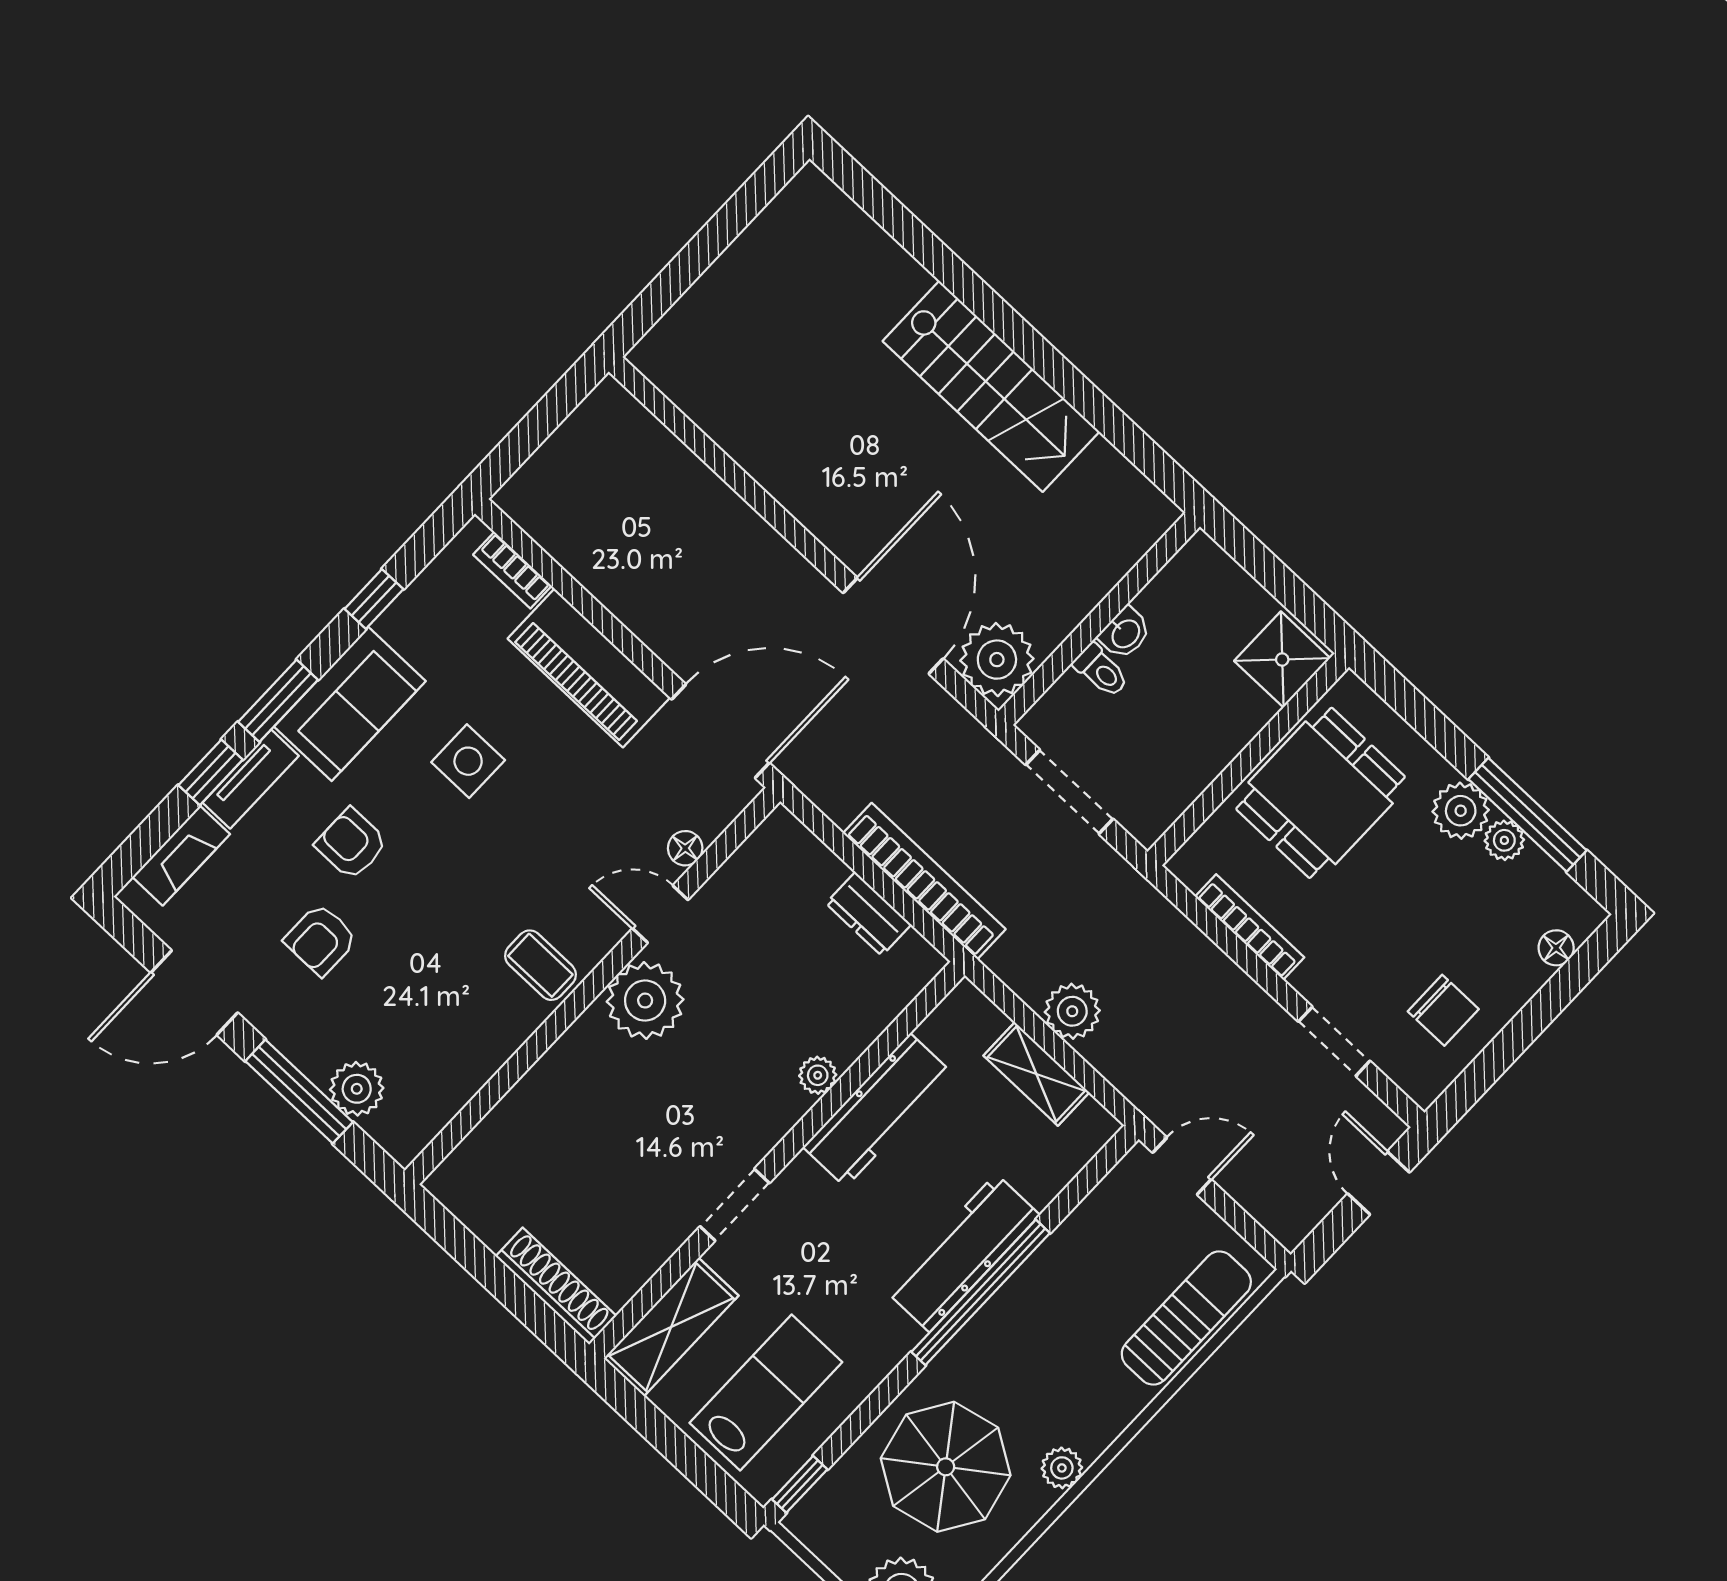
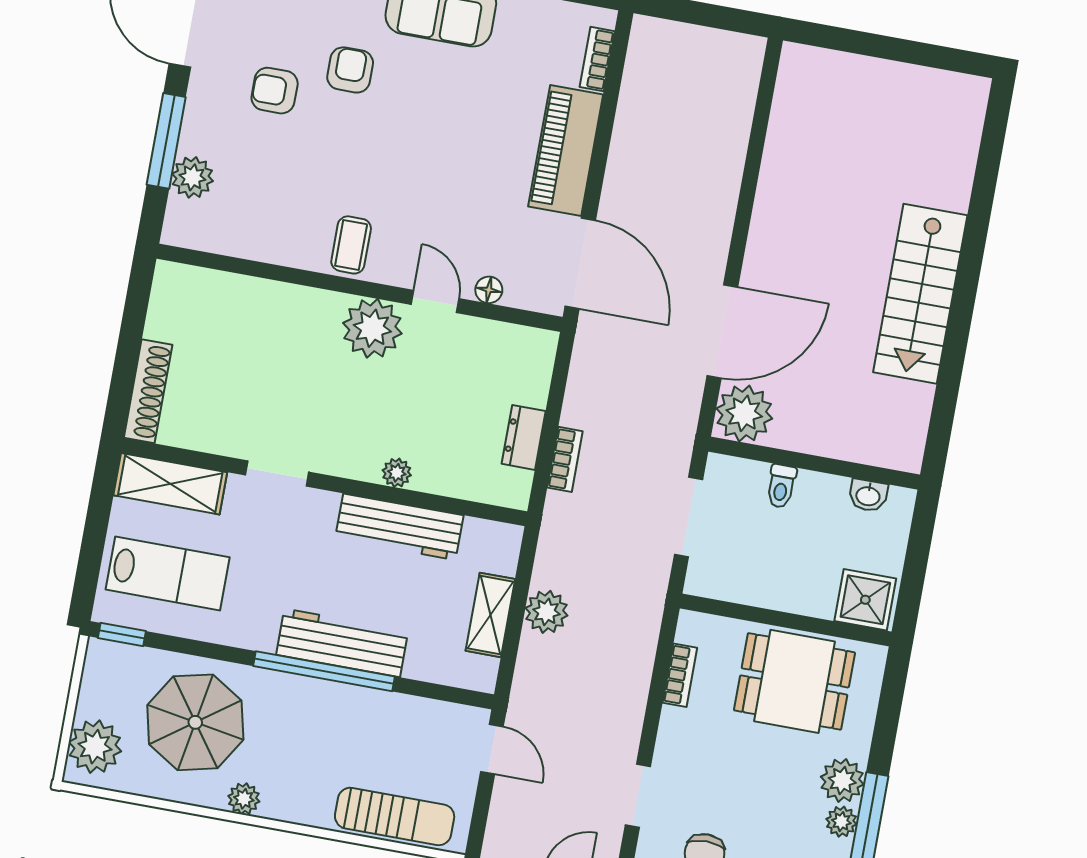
washbasin: (1125, 633) -> (868, 495), moved
side table: (468, 761) -> (454, 111), removed
bookcase: (924, 881) -> (565, 459), width x0.43, depth x0.76
bookcase: (1250, 927) -> (680, 675), width x0.64

